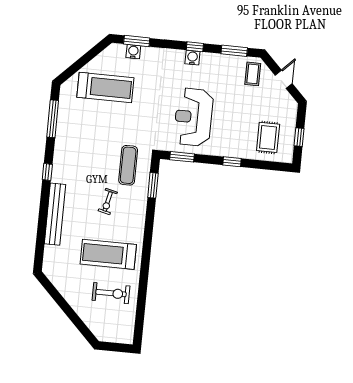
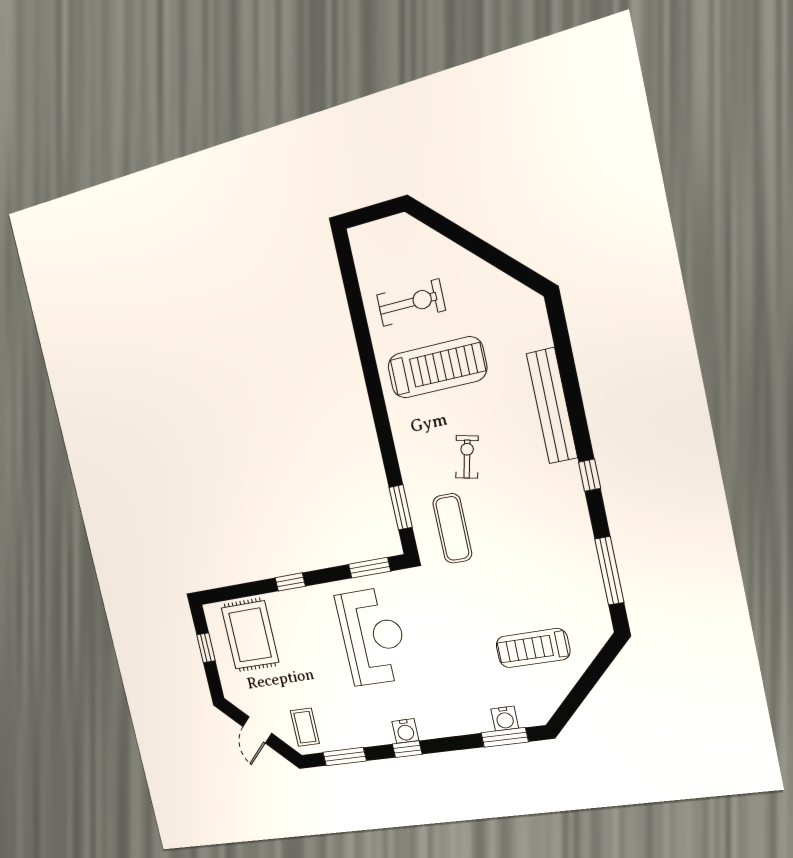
treadmill: (105, 87) -> (533, 648), width x0.73, depth x0.73
rug: (268, 137) -> (250, 635), width x1.36, depth x1.43
exercise bike: (111, 293) -> (411, 303), turned 180

